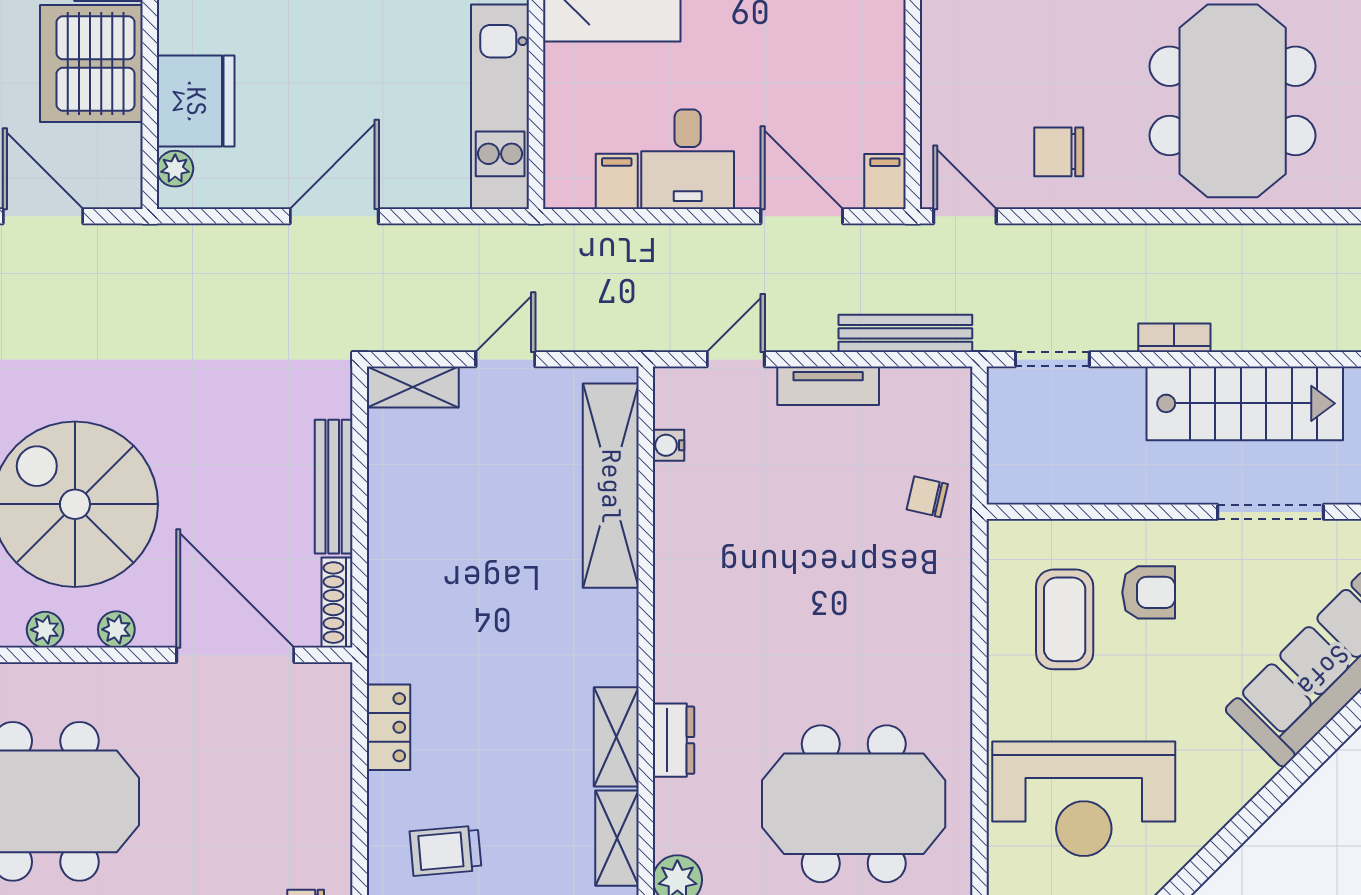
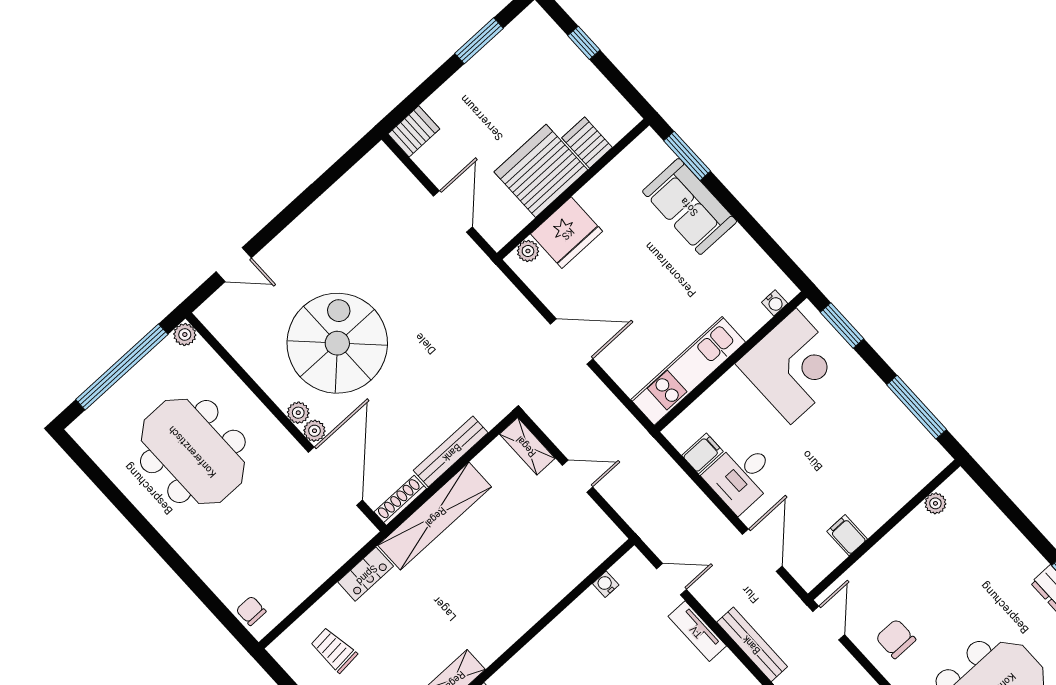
filing cabinet: (885, 182) -> (847, 535), moved, turned -90
shelving: (611, 486) -> (435, 516), moved
plant: (45, 630) -> (314, 431), moved

